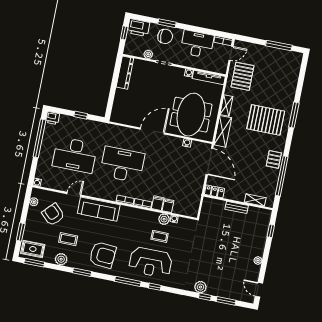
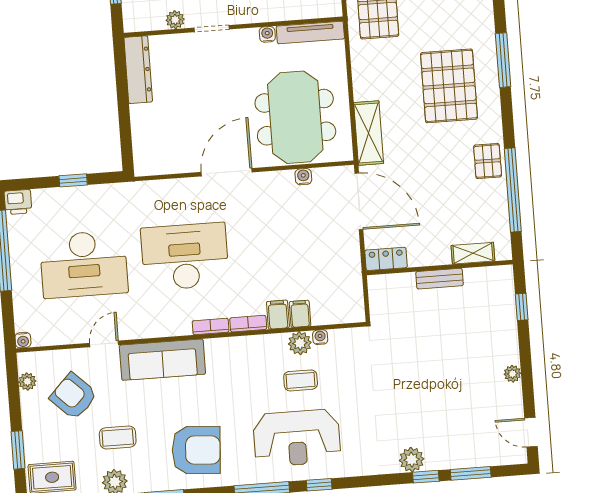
shelving: (226, 105) -> (361, 79), removed
pallet: (266, 120) -> (449, 86), turned 90

